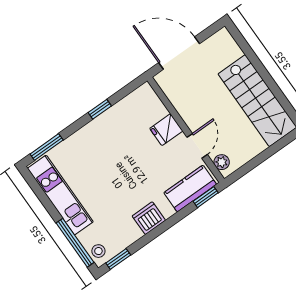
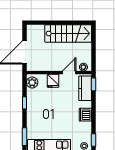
plant: (140, 99) -> (32, 82), added
door: (197, 146) -> (69, 73), hinge flipped

